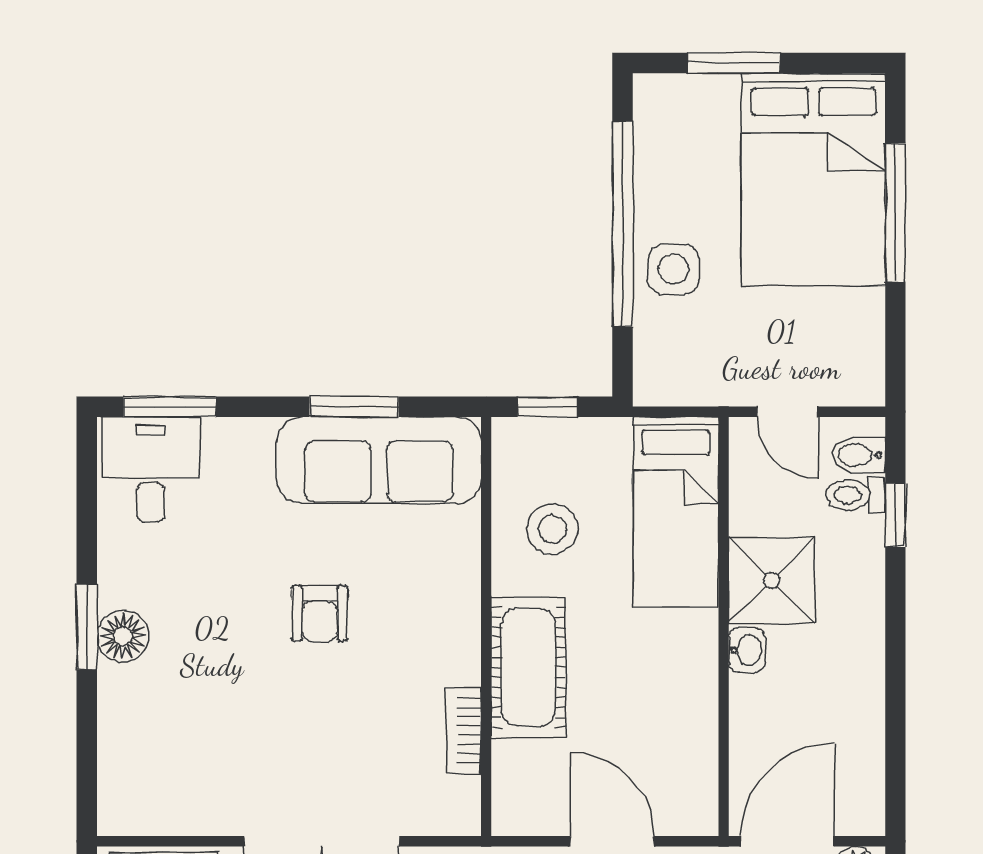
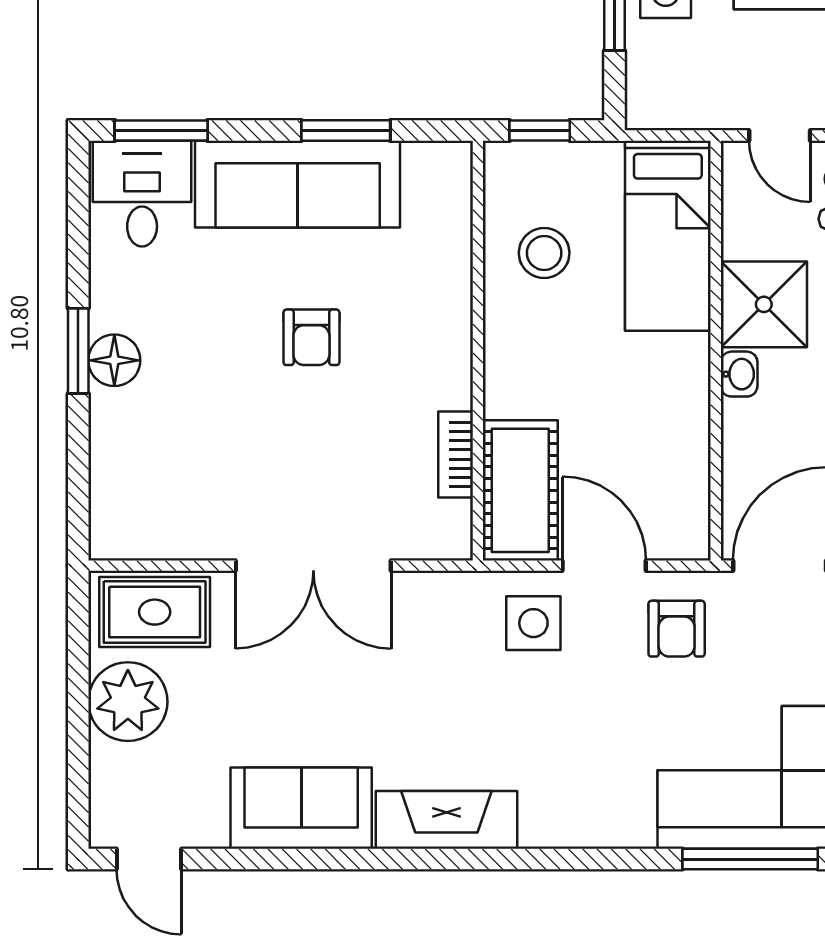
sofa: (379, 460) -> (298, 184), moved
cot: (528, 667) -> (520, 490), moved

